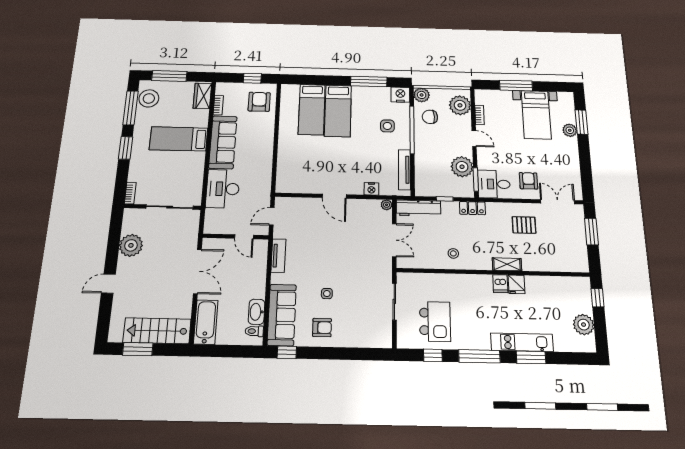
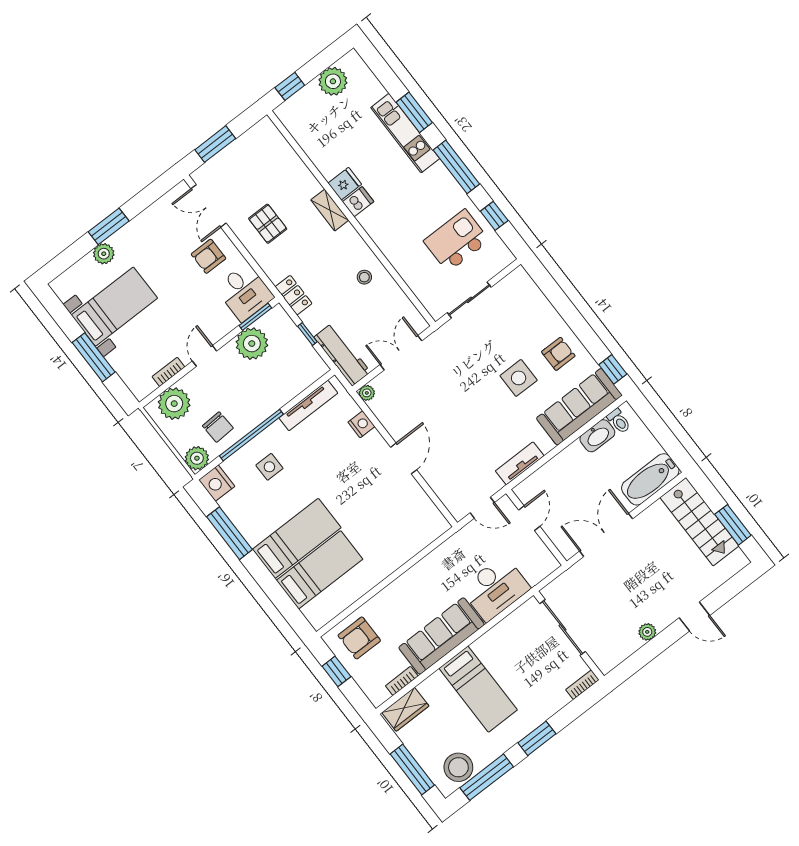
window: (581, 122) -> (109, 226), moved
plant: (131, 245) -> (647, 632), width x0.53, depth x0.53
side table: (327, 294) -> (519, 378), width x1.87, depth x1.87
armchair: (322, 328) -> (558, 354), turned 90

